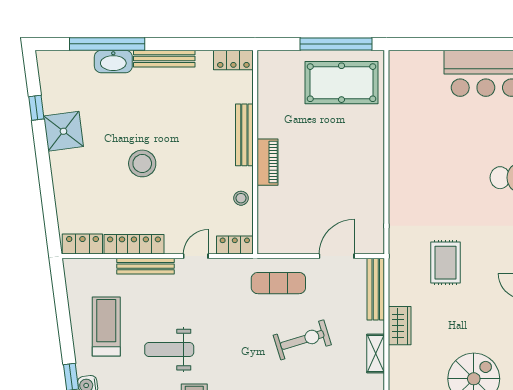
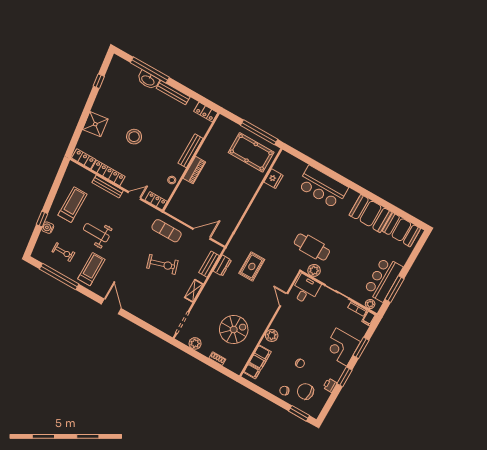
fridge: (401, 104) -> (273, 179), added
shower: (63, 131) -> (95, 124), moved
dresser: (398, 288) -> (222, 266), added
bench: (376, 289) -> (209, 264), width x0.73
wardrobe: (400, 326) -> (213, 284), removed

